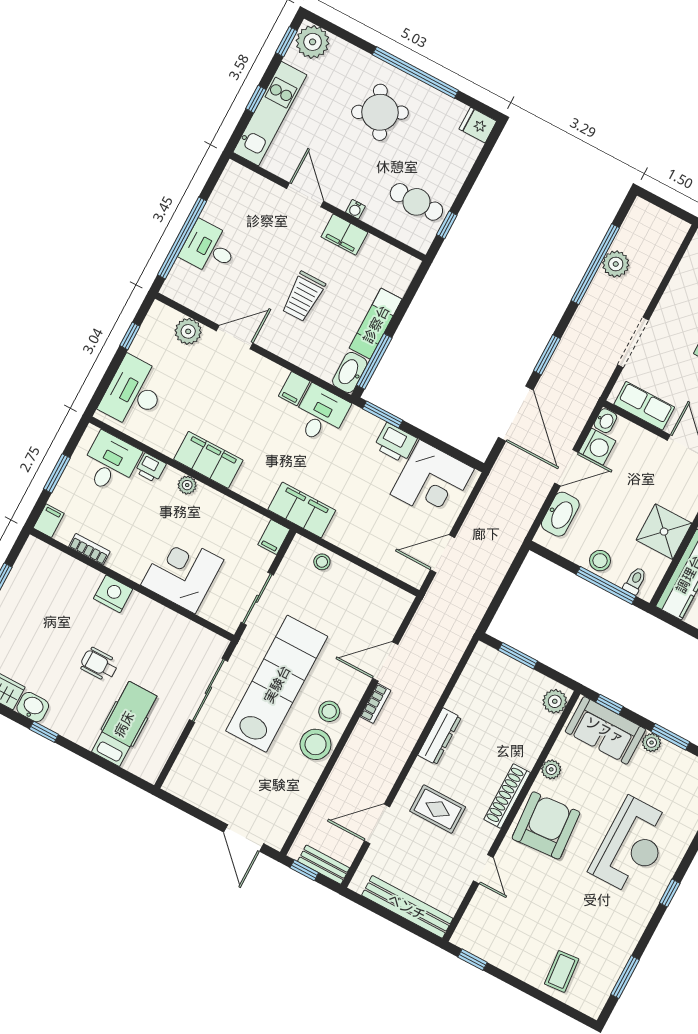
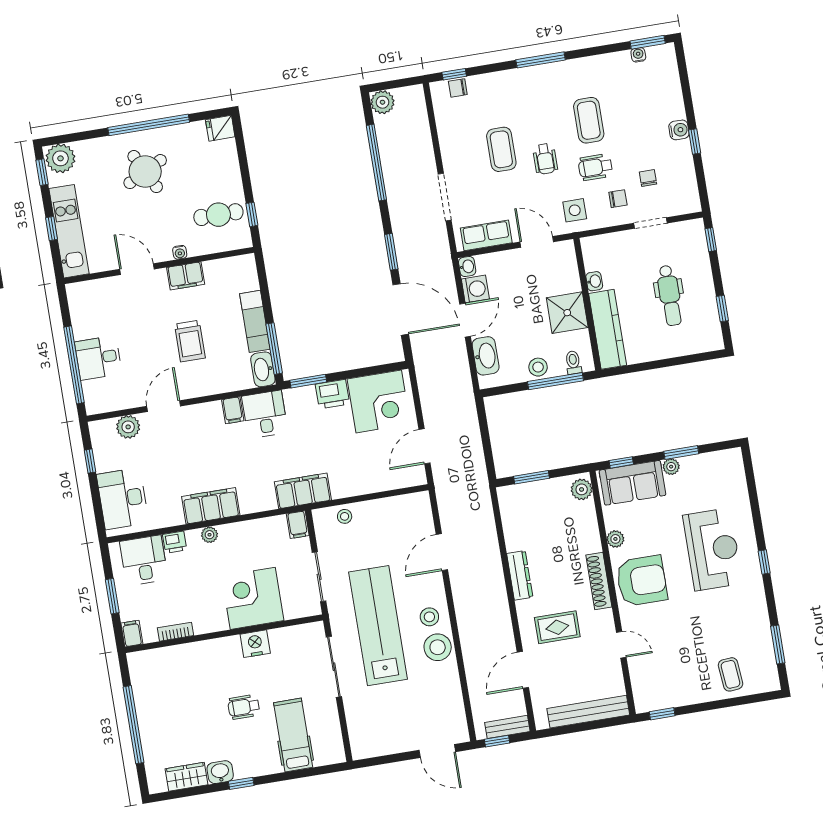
plant: (616, 264) -> (383, 102), moved
nightstand: (113, 594) -> (255, 644), moved
bookcase: (375, 703) -> (458, 587), removed
armchair: (546, 825) -> (642, 581), turned 94

